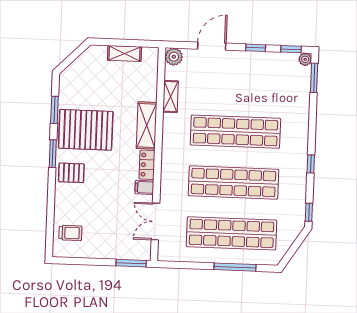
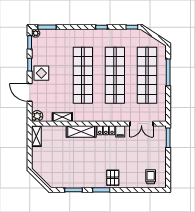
shelving: (125, 53) -> (36, 136), moved
display table: (241, 66) -> (41, 73), added
pallet: (86, 130) -> (85, 170), removed

